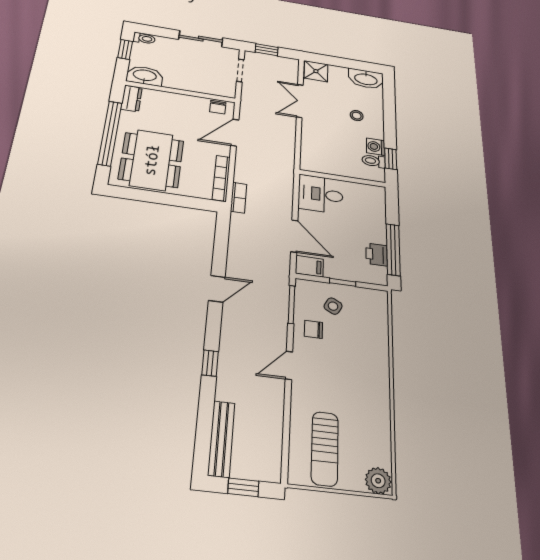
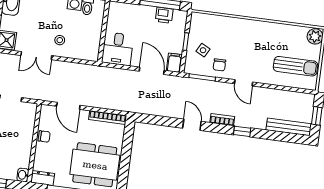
washbasin: (145, 76) -> (23, 175), width x0.52, depth x0.69
chair: (218, 107) -> (44, 136), moved
stool: (357, 116) -> (60, 40), moved
bookcase: (239, 198) -> (222, 120), moved
door: (294, 236) -> (152, 71), hinge flipped

